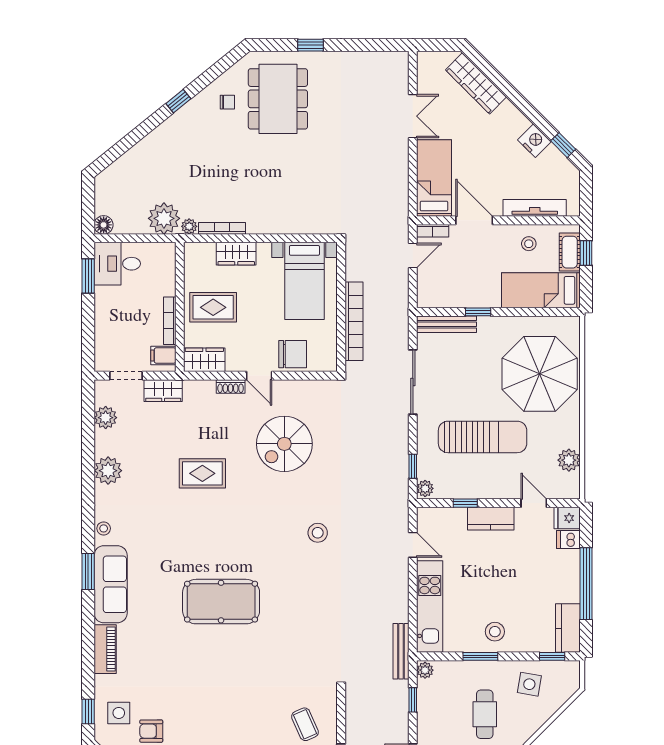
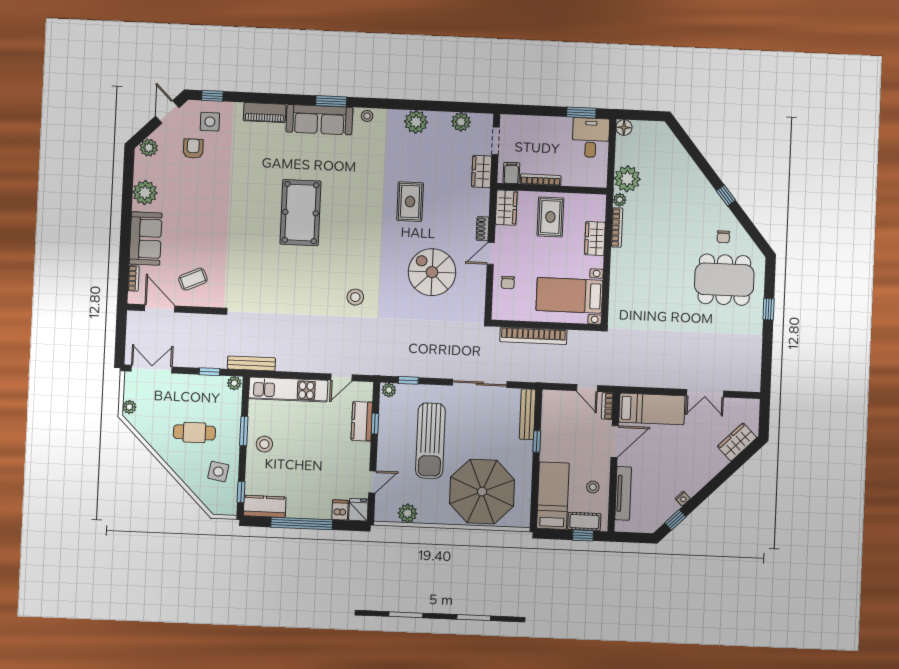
wardrobe: (476, 83) -> (737, 442), width x0.67
nightstand: (534, 141) -> (683, 499), width x0.53, depth x0.56
chair: (293, 354) -> (508, 283), width x0.54, depth x0.54
kitchen counter: (491, 519) -> (362, 421), moved

